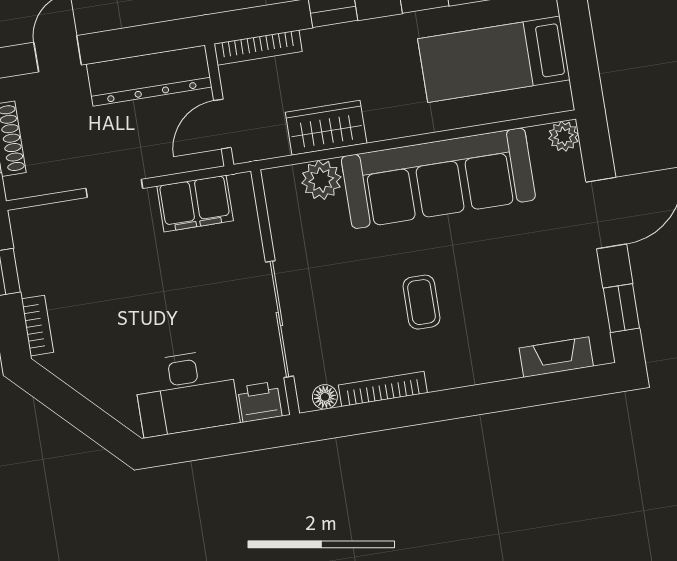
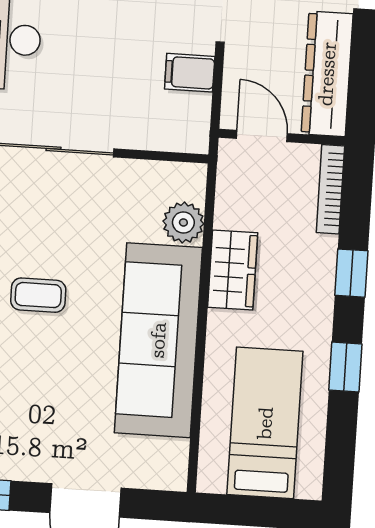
wardrobe: (326, 128) -> (233, 270), moved
plant: (564, 136) -> (172, 475), removed
filing cabinet: (195, 203) -> (190, 73), width x0.50

